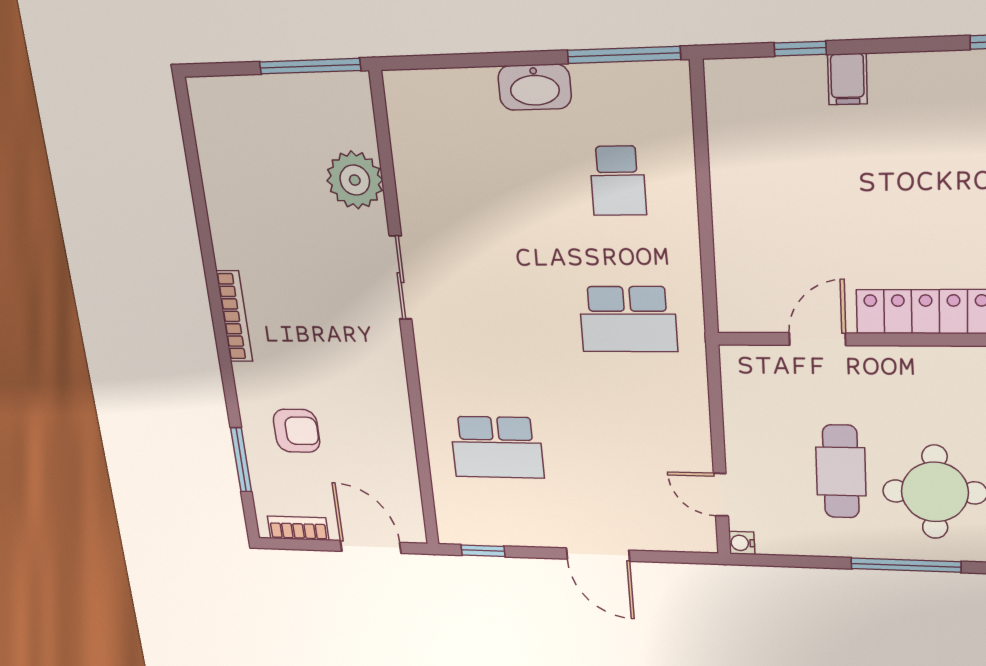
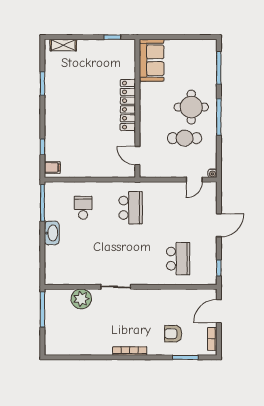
filing cabinet: (847, 79) -> (52, 168), moved
school desk: (618, 181) -> (83, 208), turned -90
door: (817, 339) -> (137, 156), moved
armchair: (297, 431) -> (173, 334), turned -90

